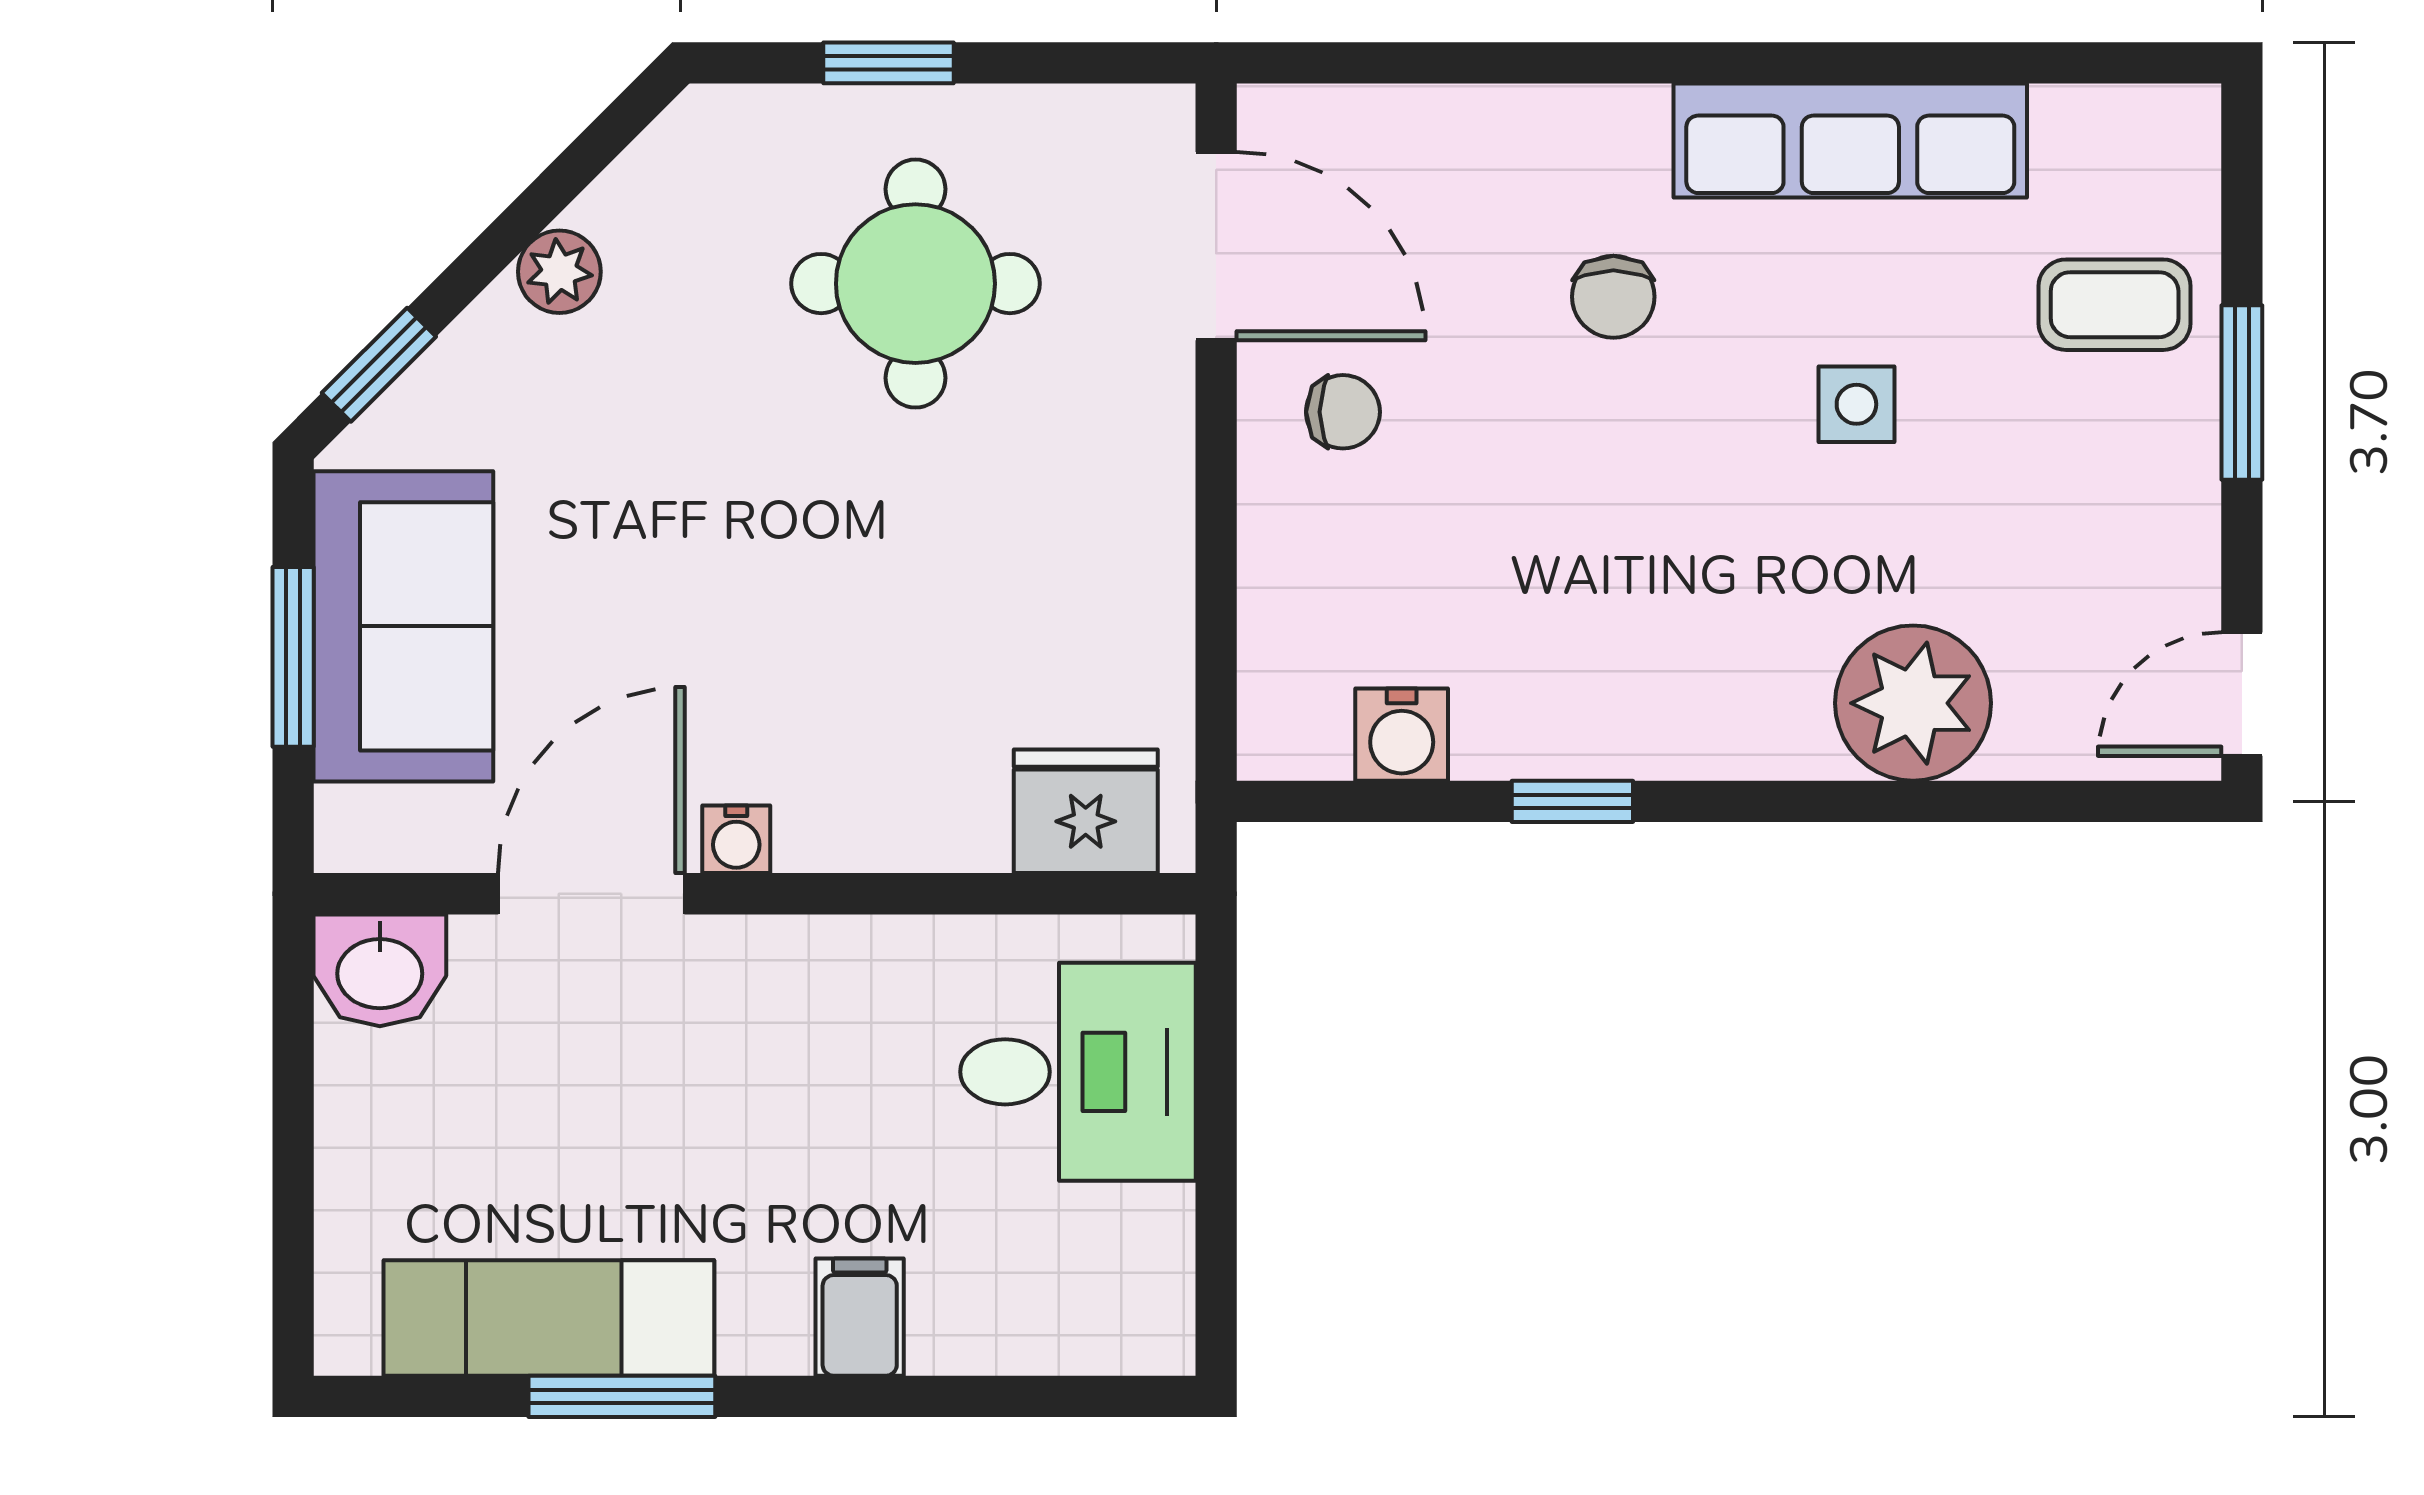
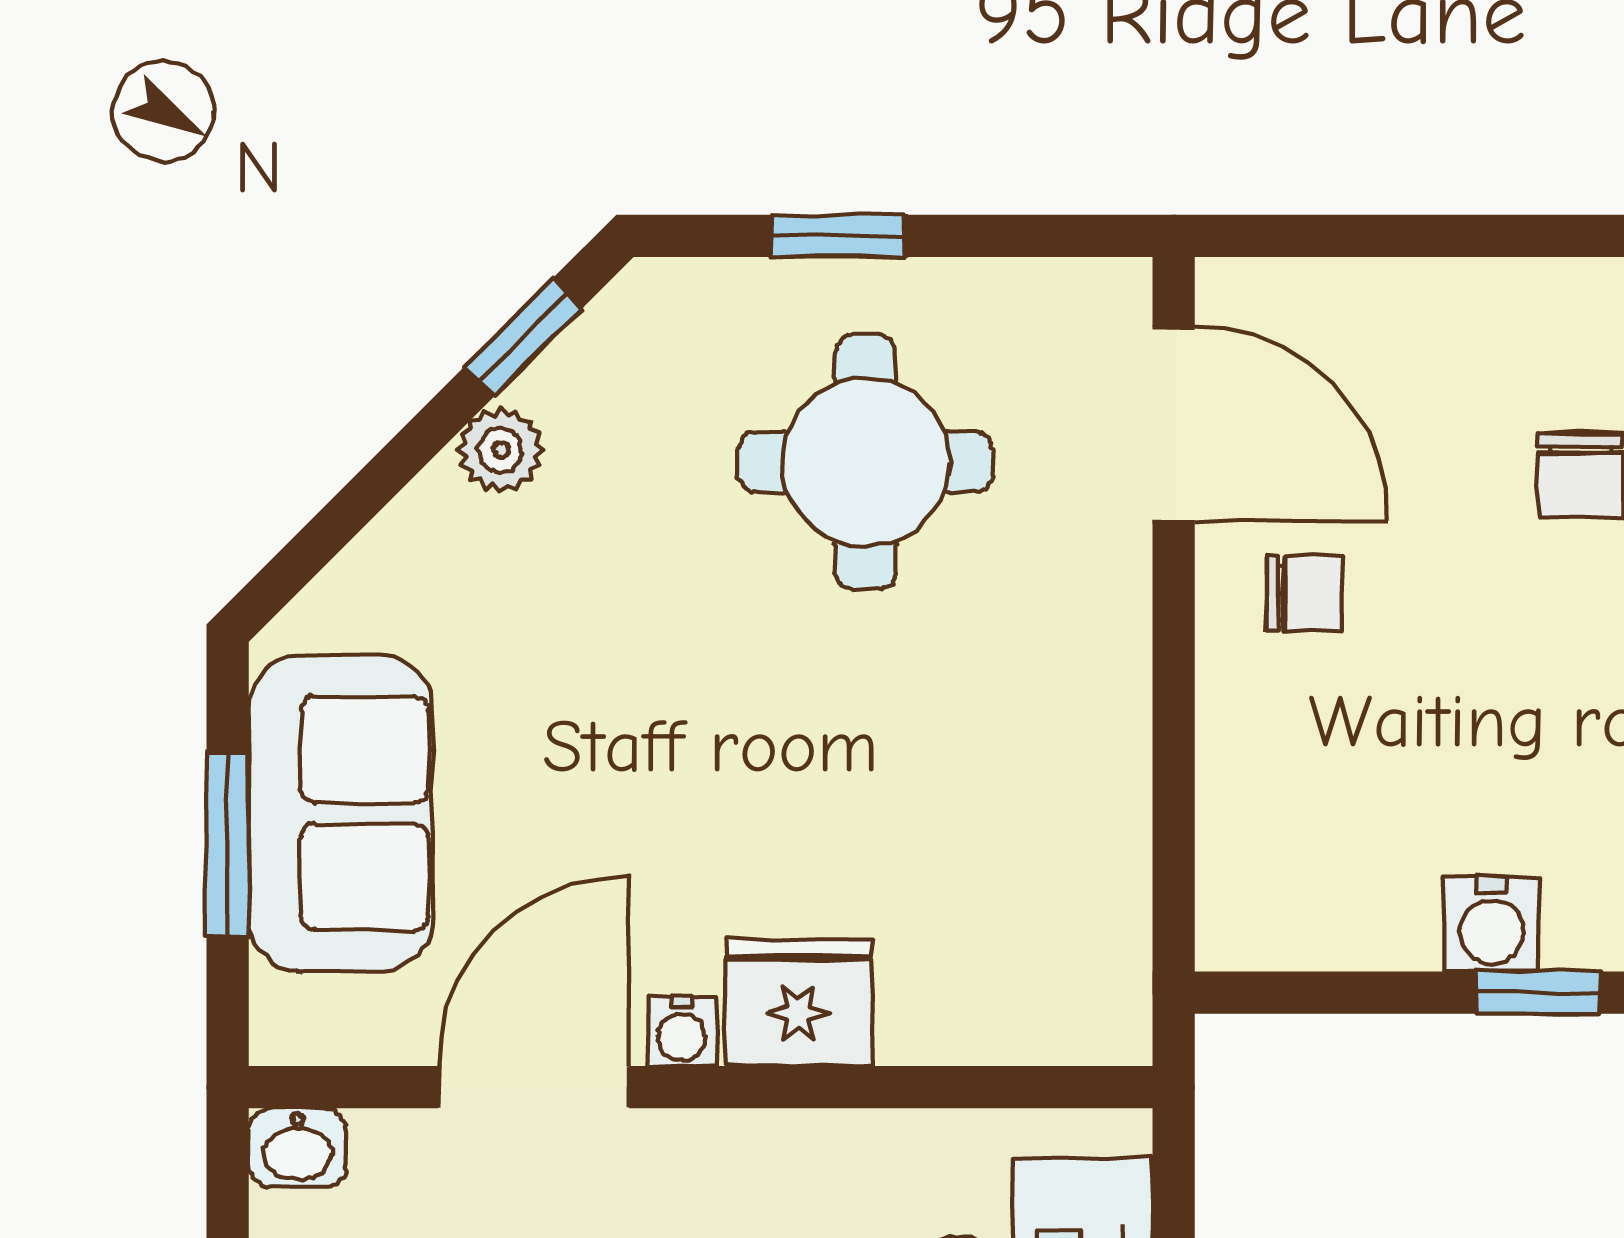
window: (379, 365) -> (524, 337), moved
water cooler: (1402, 735) -> (1492, 924), moved
fridge: (1086, 811) -> (799, 1003), moved
washbasin: (380, 970) -> (298, 1148), width x0.72, depth x0.69

